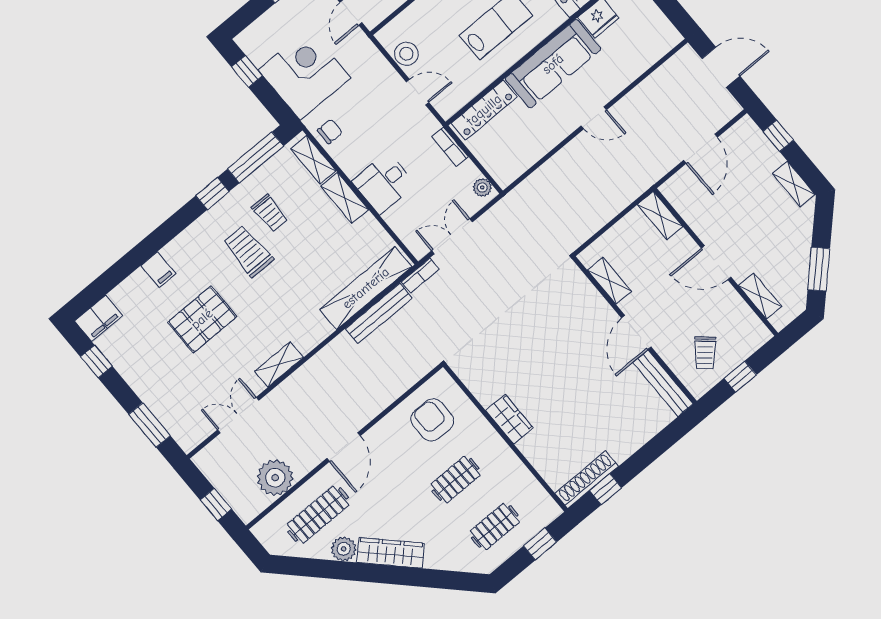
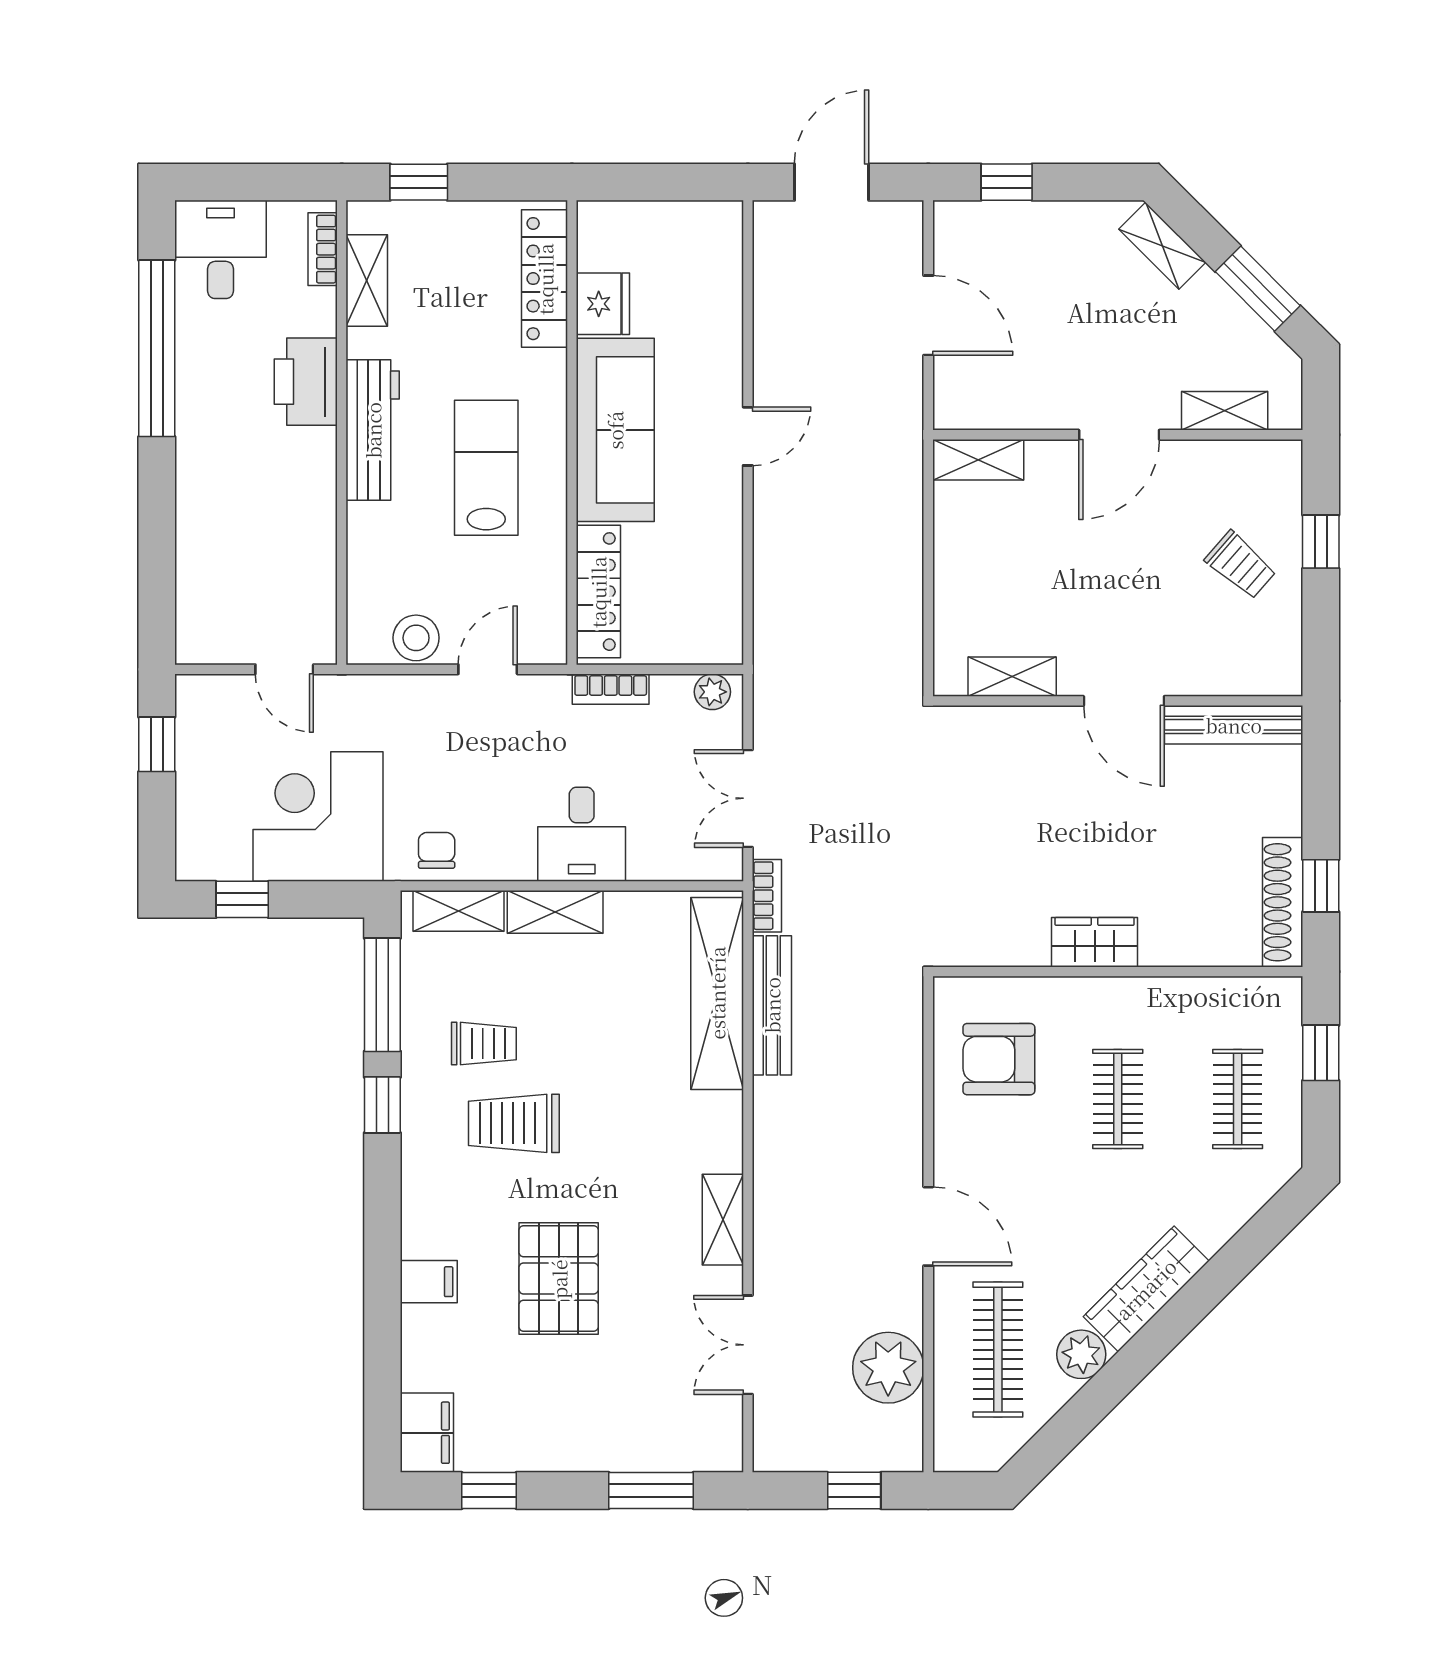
shelving: (794, 184) -> (1162, 246), moved, turned 45
shelving: (609, 281) -> (1012, 677), moved
wall: (634, 330) -> (1118, 701), moved
door: (636, 332) -> (1124, 701), moved
bench: (663, 383) -> (1234, 725), moved

